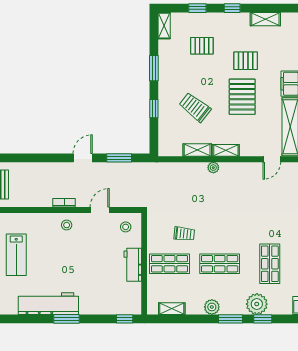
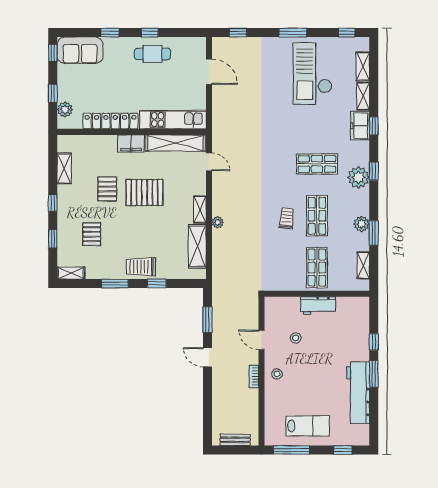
trolley: (195, 107) -> (141, 267), moved, turned 52
shelving: (197, 150) -> (197, 246), width x1.50, depth x1.33
stool: (126, 227) -> (296, 338), moved
trolley: (184, 234) -> (287, 218), moved
window: (125, 319) -> (374, 342), moved
window: (230, 319) -> (374, 233), moved

